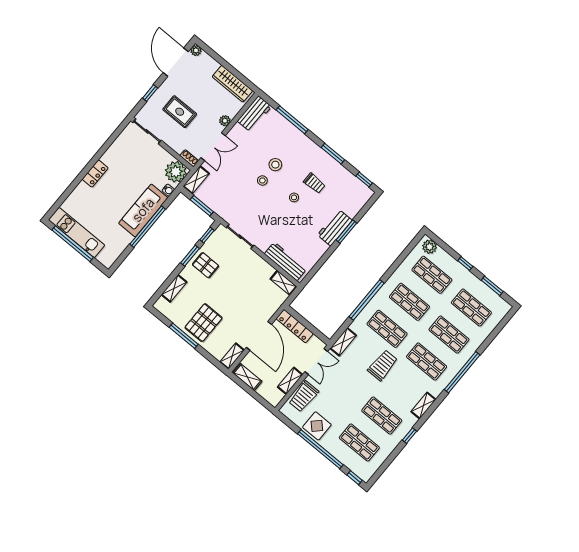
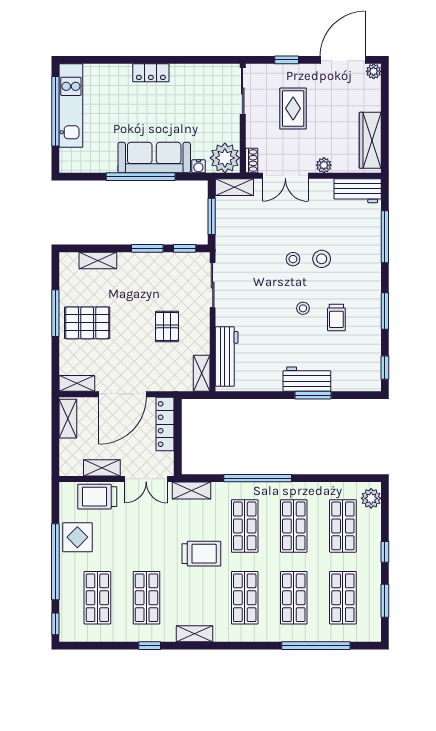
pallet: (206, 265) -> (167, 326), moved
window: (462, 372) -> (316, 646), moved

